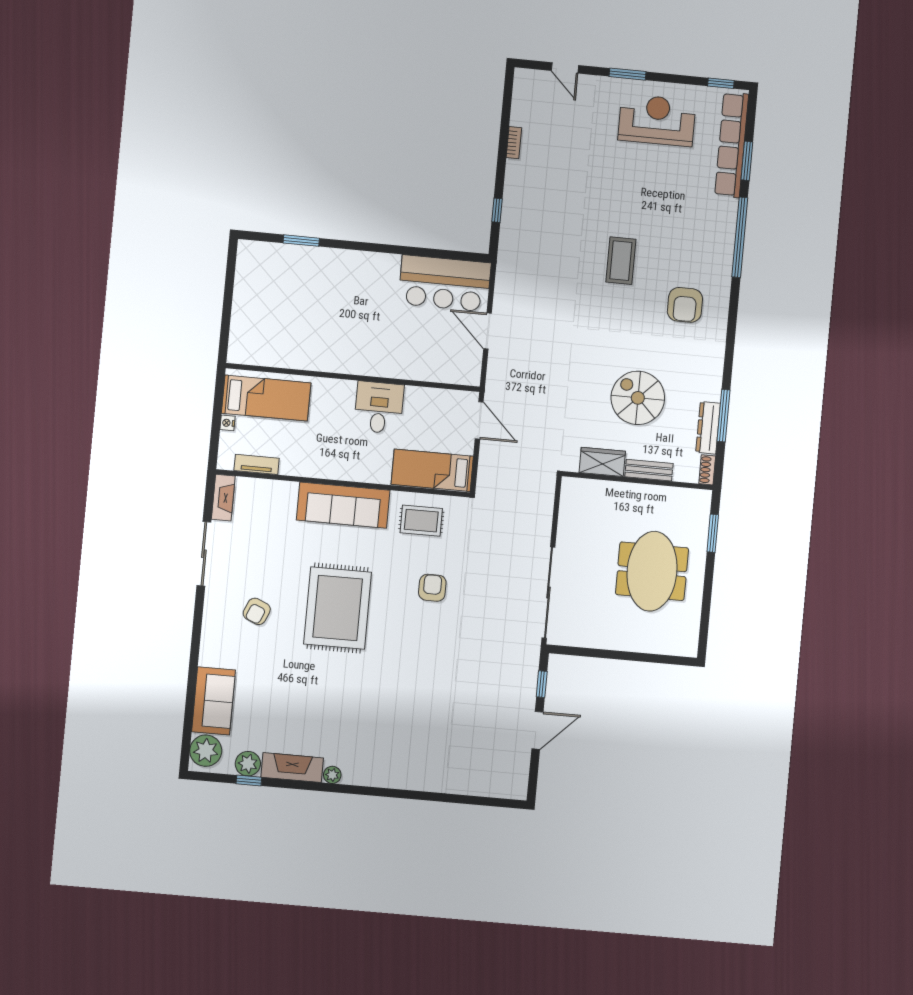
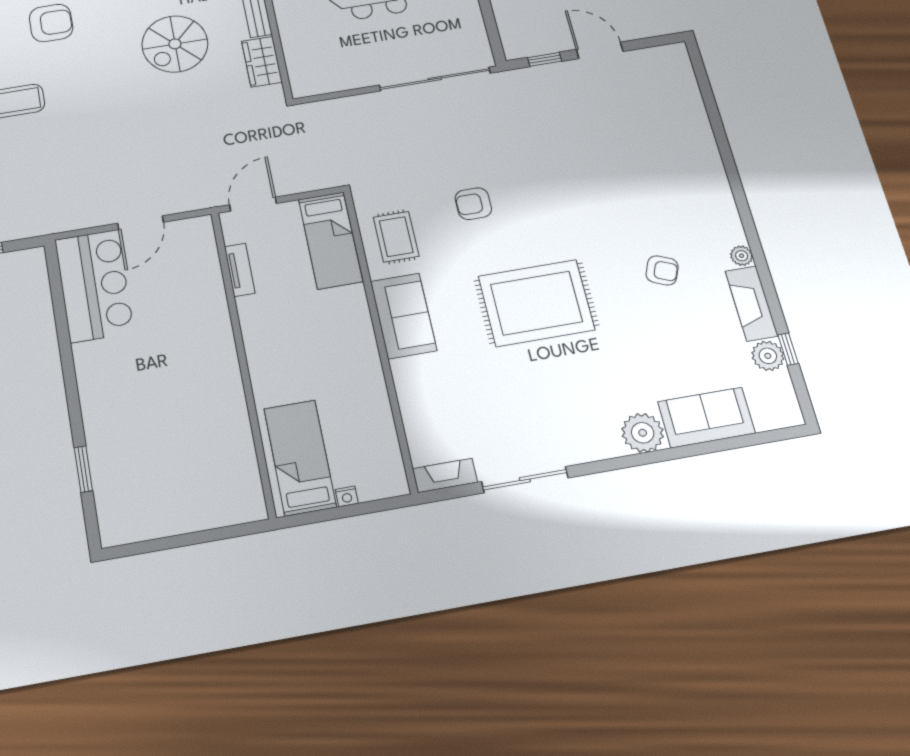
desk: (379, 408) -> (271, 321), removed
tv unit: (257, 464) -> (240, 270), moved, turned 180
sofa: (343, 505) -> (404, 316), width x0.73
armchair: (257, 611) -> (662, 270), moved
plant: (206, 751) -> (643, 433), moved

